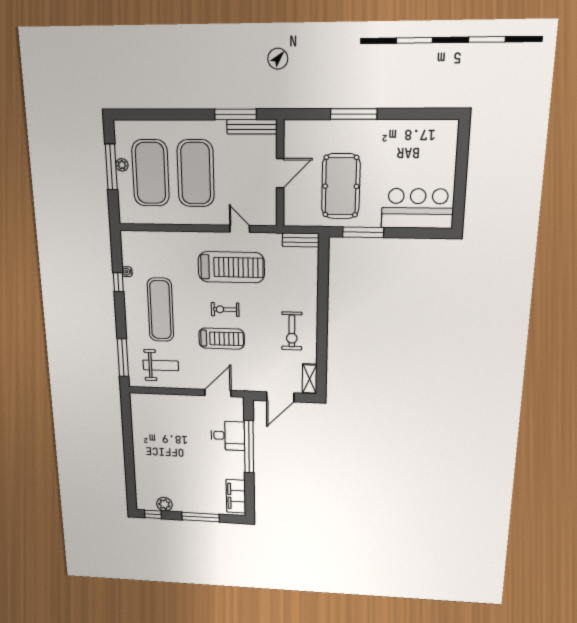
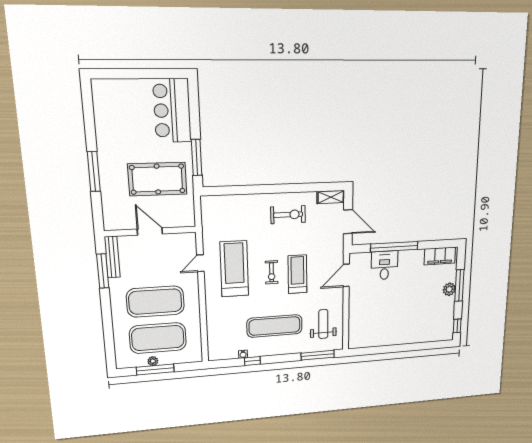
bench: (301, 240) -> (207, 211), removed
door: (218, 393) -> (346, 275), hinge flipped
plant: (164, 504) -> (449, 289), moved

